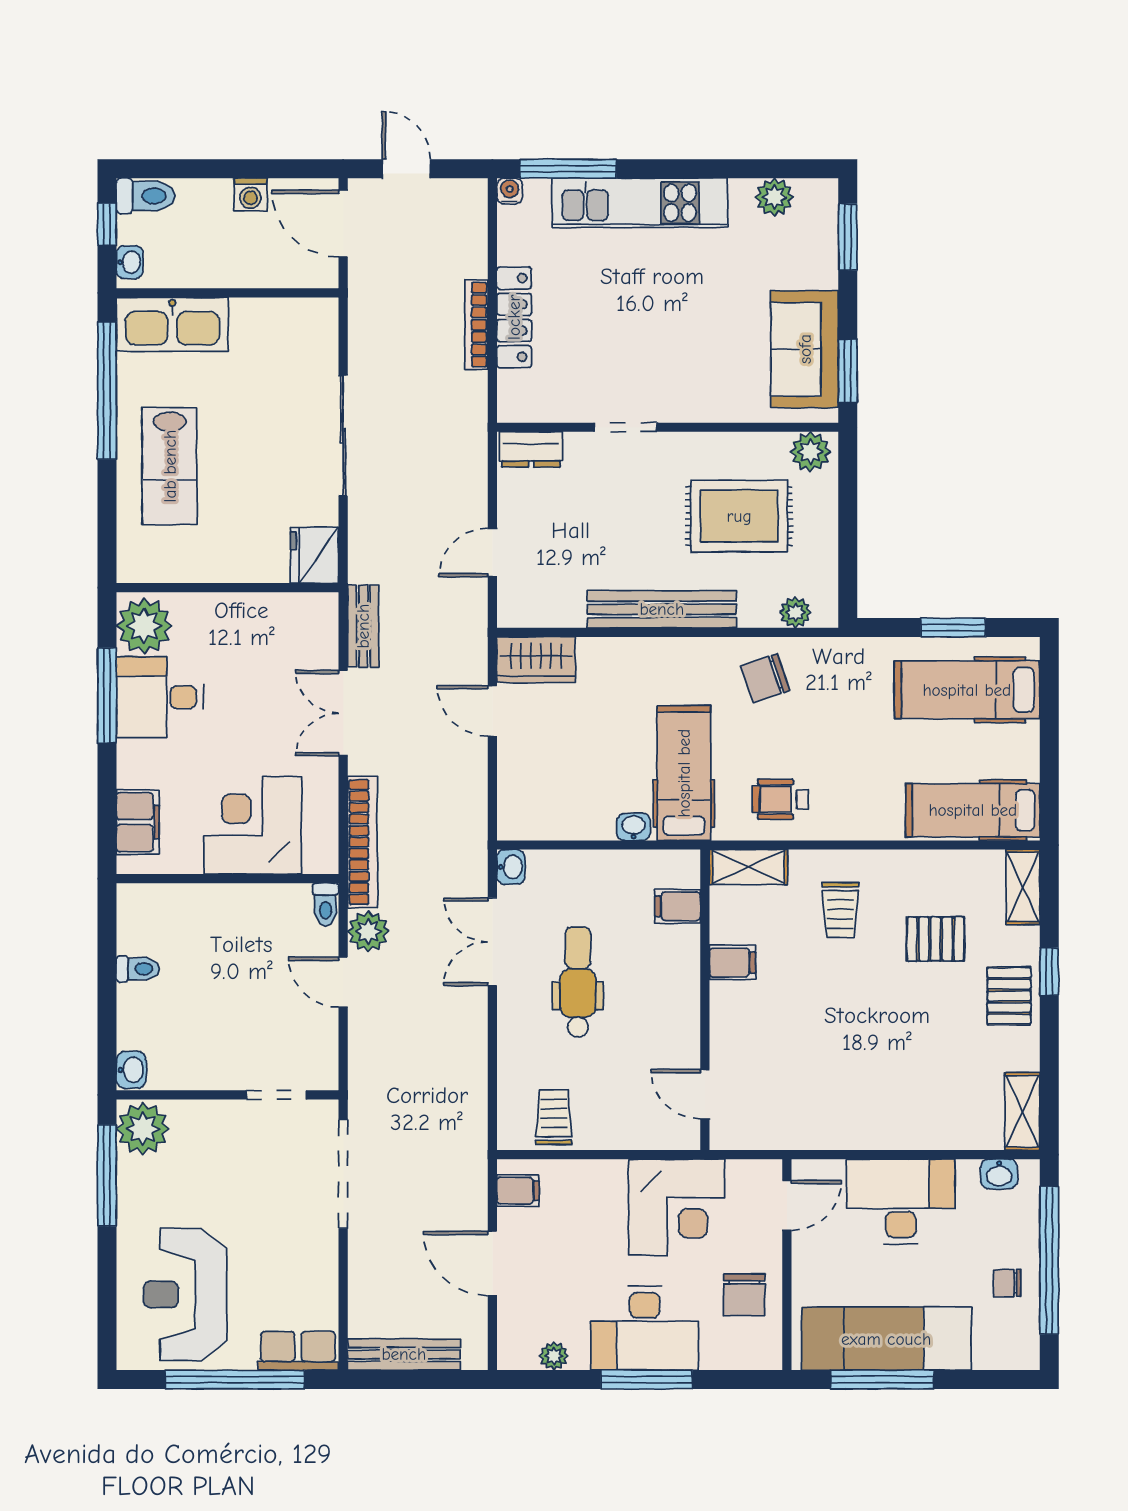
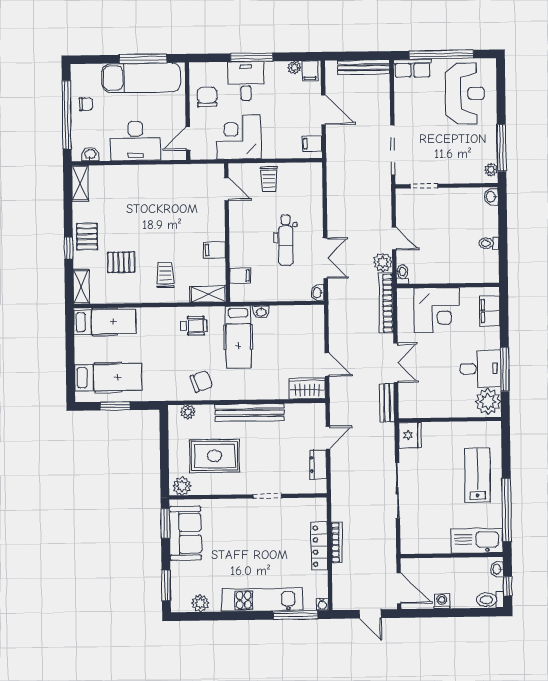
dresser: (531, 449) -> (318, 464), moved, turned -90
trolley: (554, 1117) -> (269, 179), moved
plant: (143, 1129) -> (491, 170), width x0.53, depth x0.53
desk: (645, 1328) -> (246, 81), width x0.73
filing cabinet: (520, 1348) -> (310, 71), added

